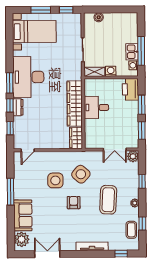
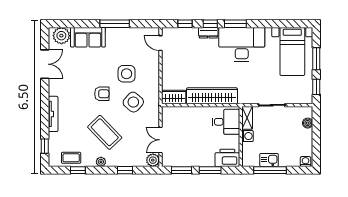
washing machine: (134, 65) -> (306, 162), moved
desk: (96, 107) -> (226, 122), moved, turned 90
coffee table: (108, 200) -> (105, 132), turned 43

